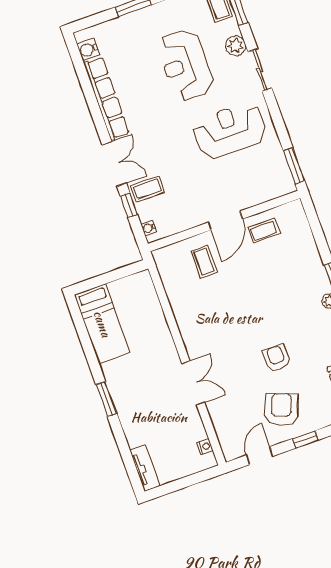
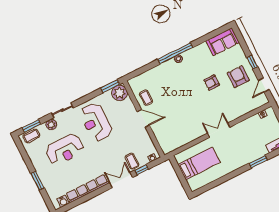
plant: (279, 182) -> (120, 93), added
coffee table: (204, 262) -> (166, 127), removed
bed: (102, 324) -> (199, 163), moved
double door: (193, 383) -> (219, 130), moved
window: (106, 399) -> (258, 162), moved
armchair: (281, 409) -> (238, 77), turned 69
door: (260, 456) -> (264, 85), hinge flipped

